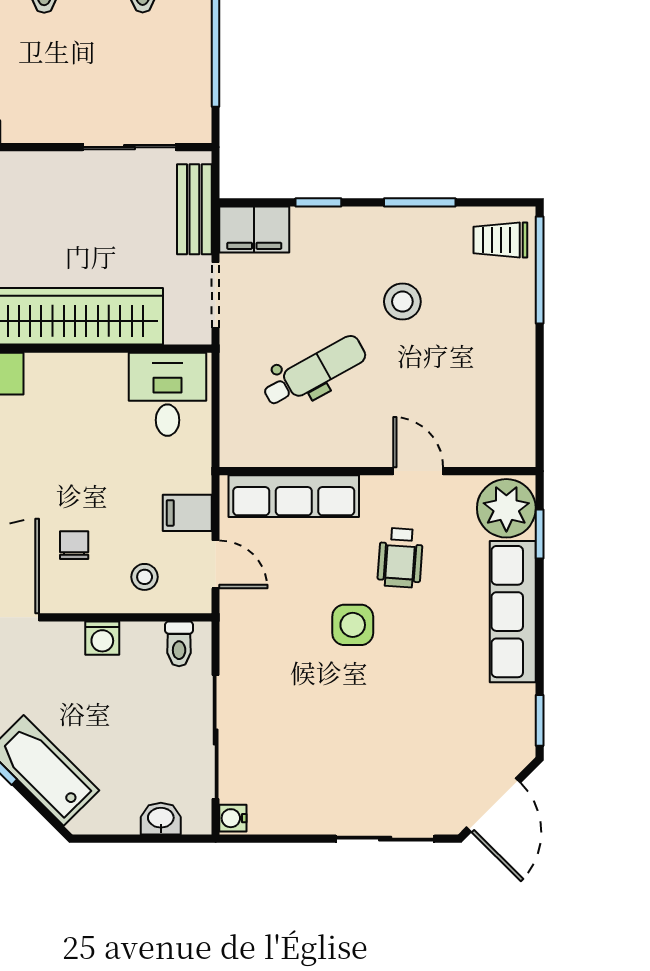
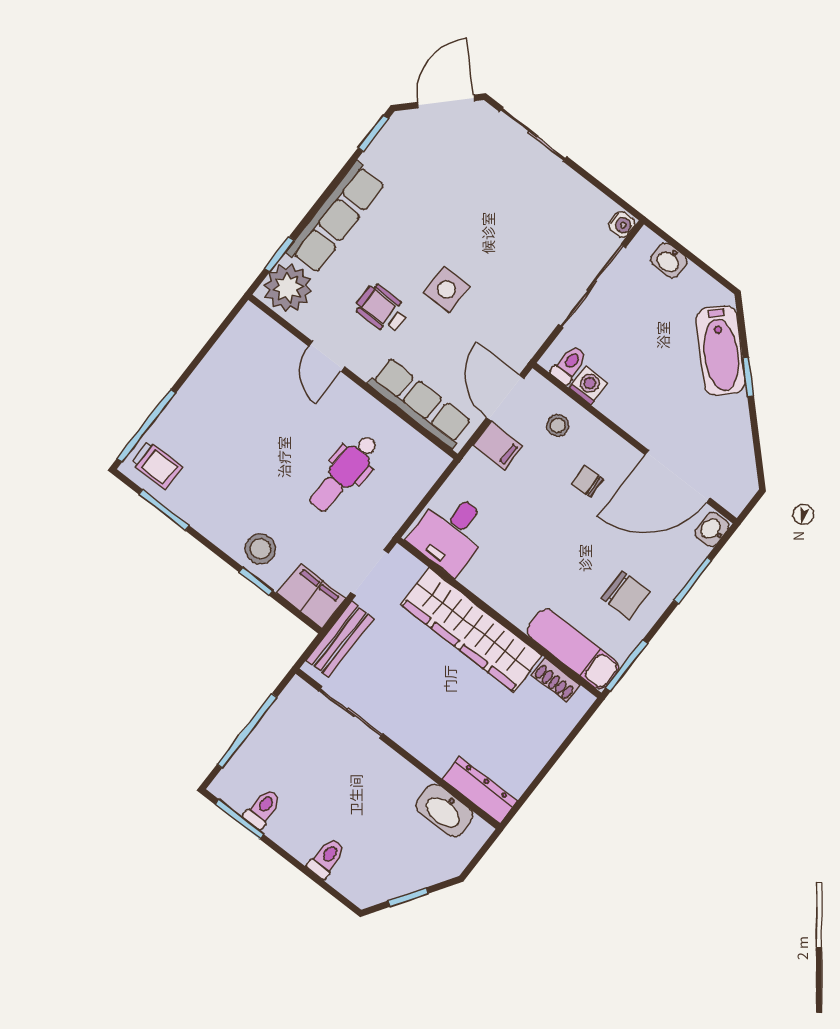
window: (420, 202) -> (164, 510), moved
stool: (402, 302) -> (260, 549), moved
dental chair: (314, 372) -> (344, 473), turned -59
chair: (74, 545) -> (587, 482), turned 87
wheelchair: (400, 558) -> (382, 309), turned -94
door: (216, 564) -> (505, 398), width x1.37
washing machine: (102, 638) -> (588, 385), moved

